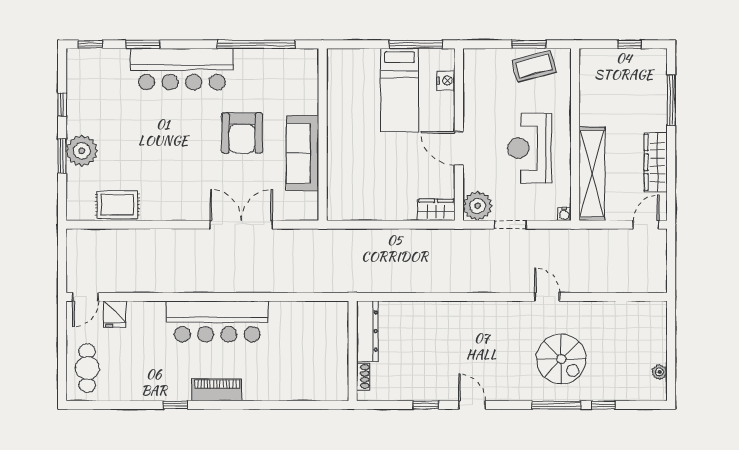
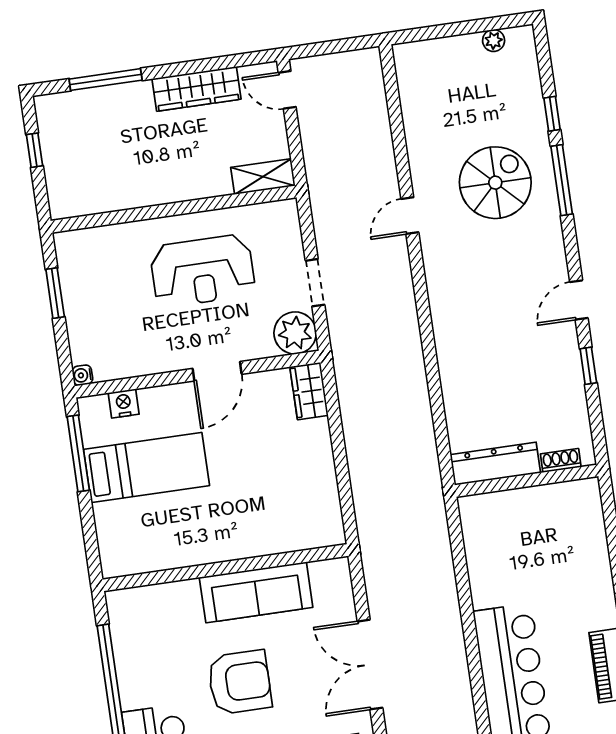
coffee table: (534, 66) -> (85, 281), removed
shelving: (592, 174) -> (263, 177), width x0.45, depth x0.75
water cooler: (564, 214) -> (82, 375), moved, turned 180

